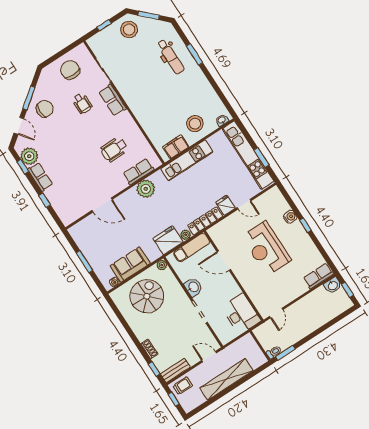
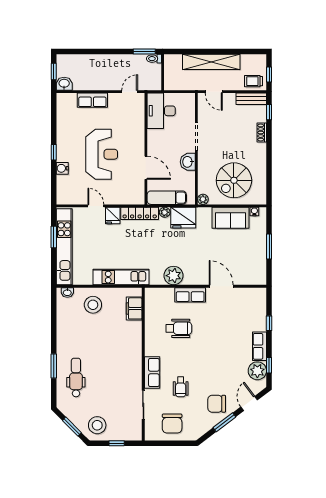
wheelchair: (82, 103) -> (181, 387), turned 180
filing cabinet: (176, 147) -> (134, 308), moved, turned 90
row of seats: (138, 172) -> (190, 295), moved
row of seats: (318, 276) -> (92, 100), moved

